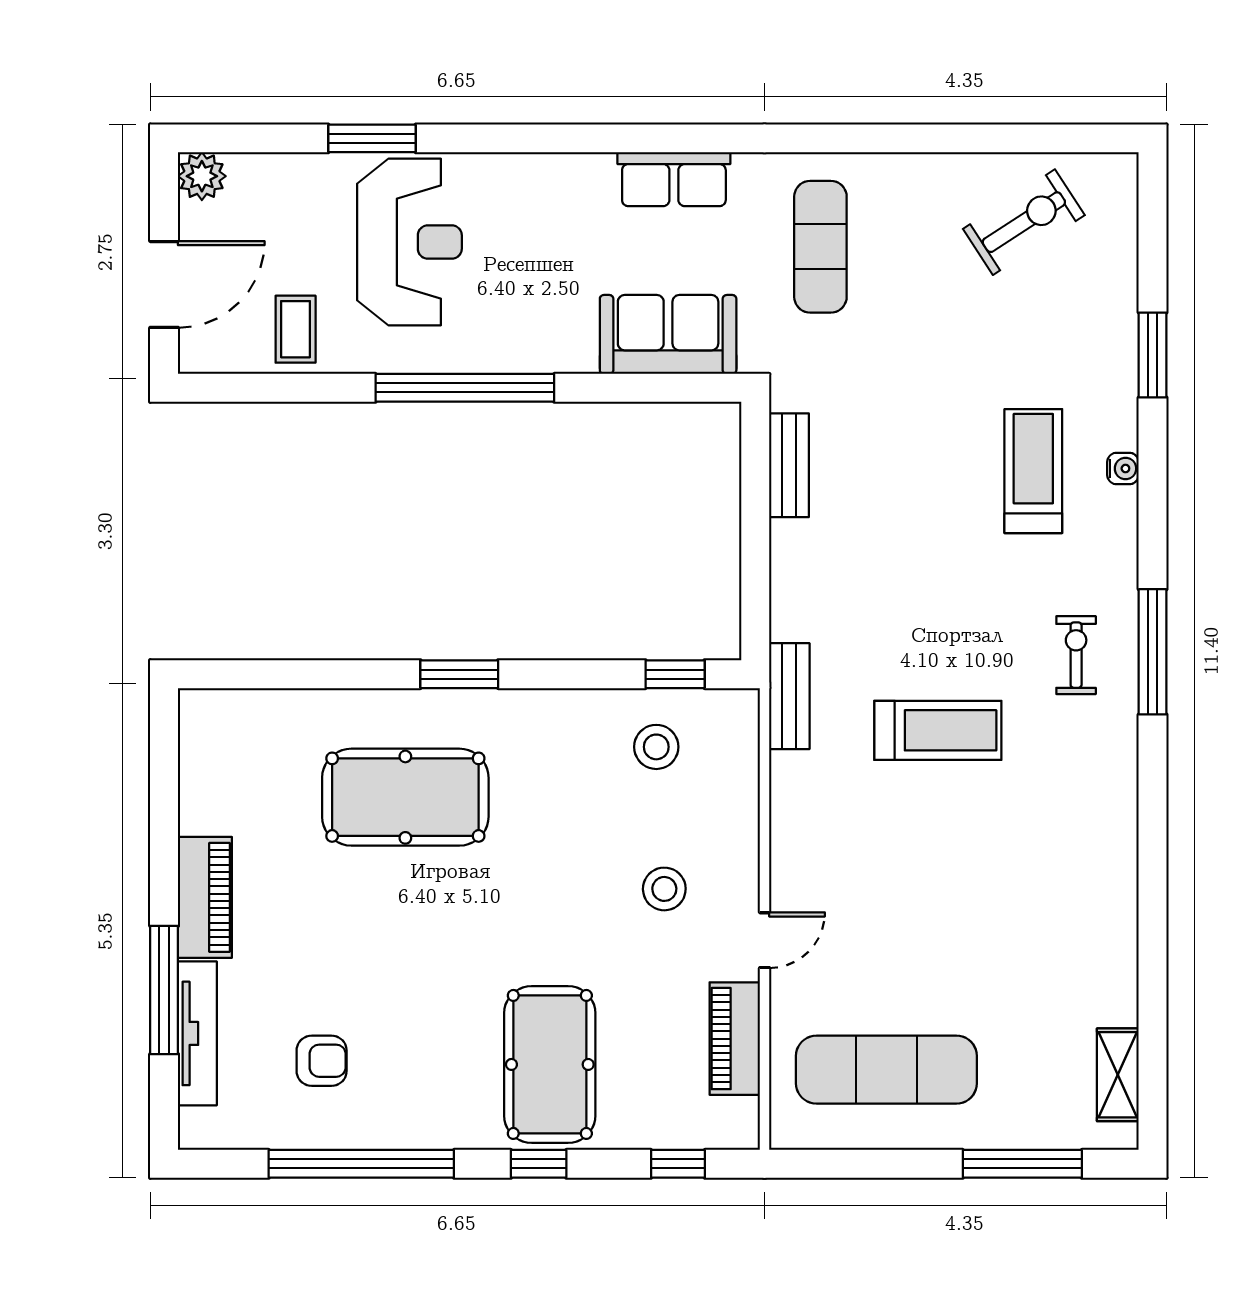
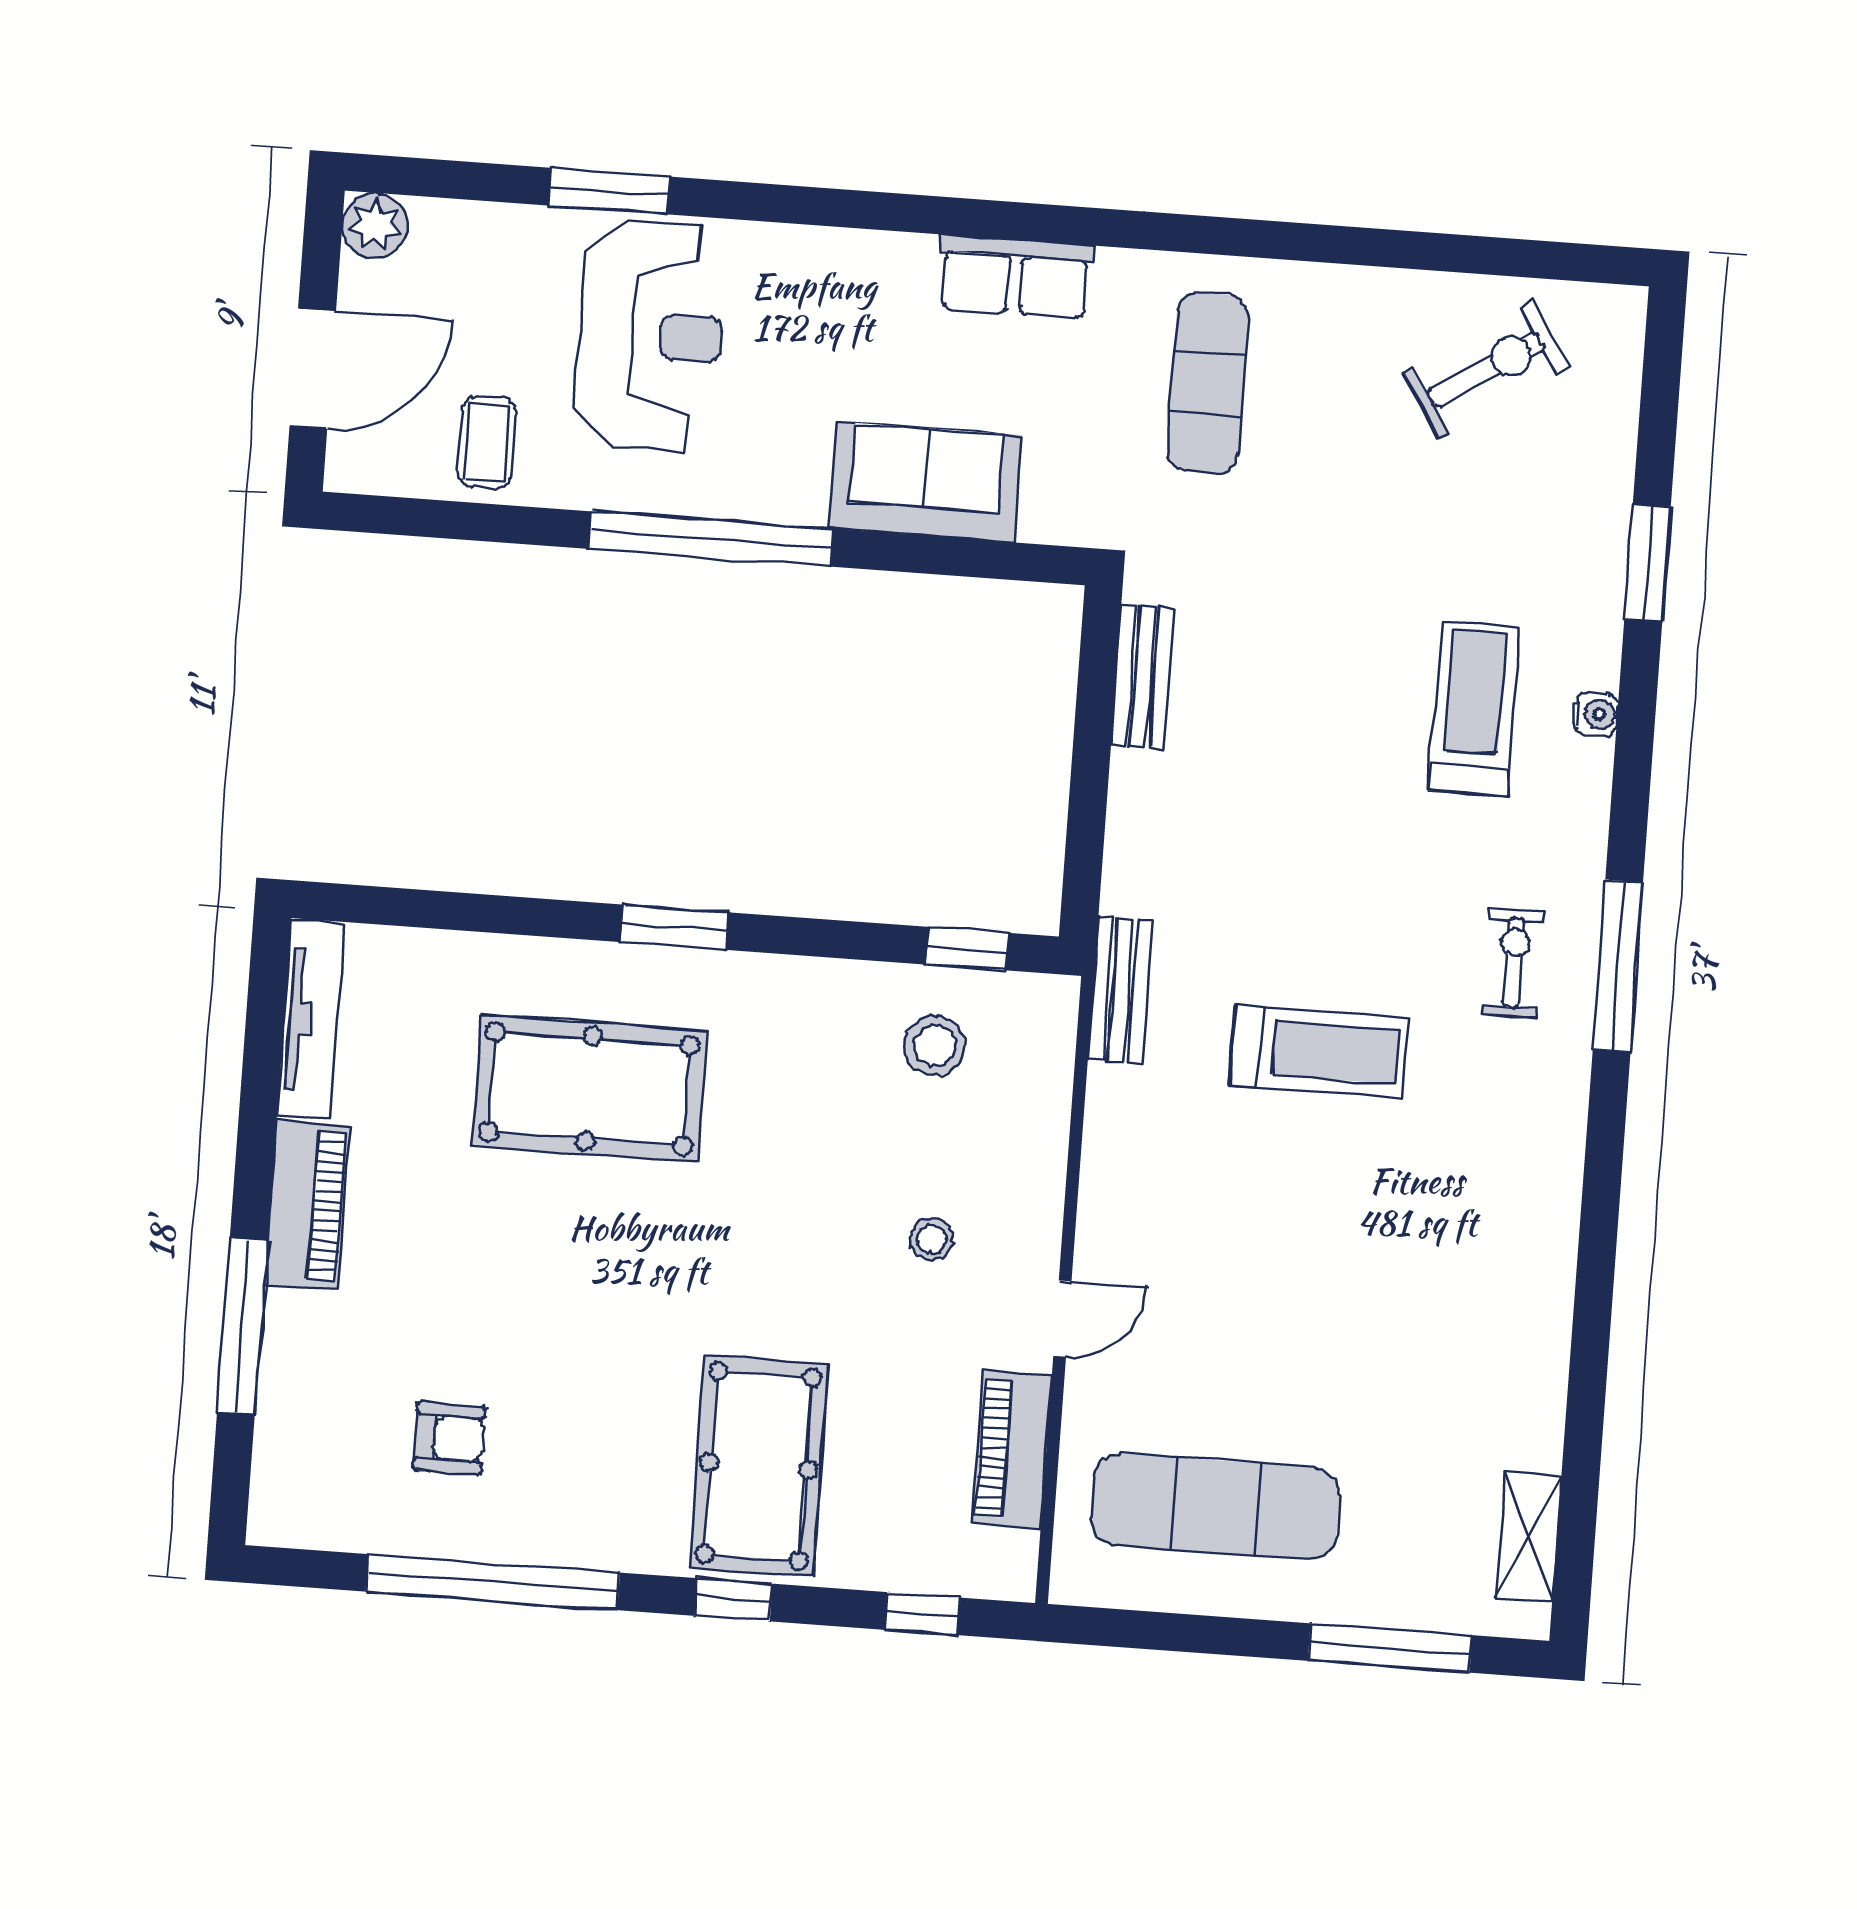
sofa: (668, 334) -> (926, 482), moved
stool: (664, 889) -> (931, 1239), width x0.73, depth x0.73
tv unit: (197, 1033) -> (310, 1019), moved

